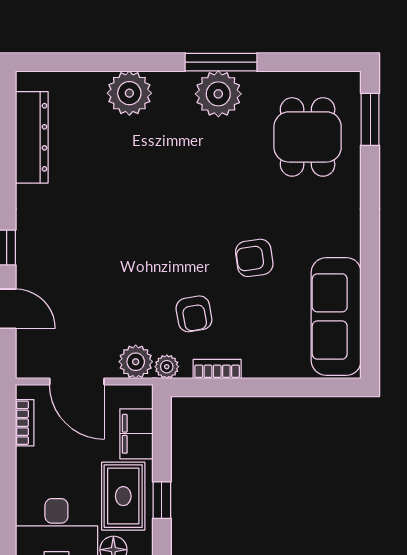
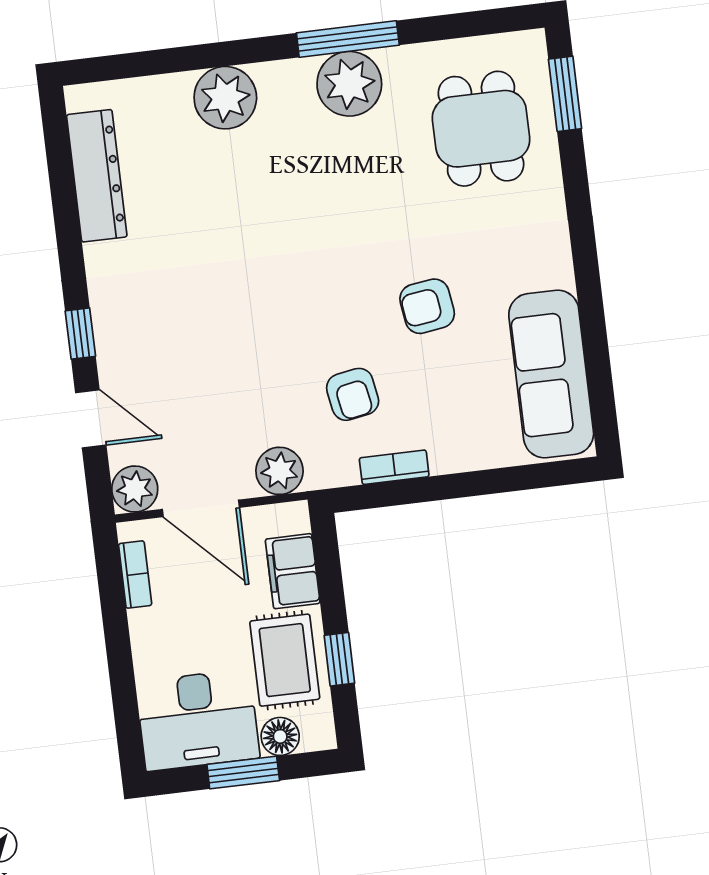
plant: (167, 367) -> (135, 489), moved, width x1.38, depth x1.38

